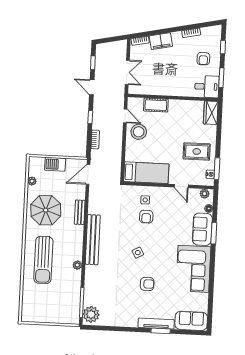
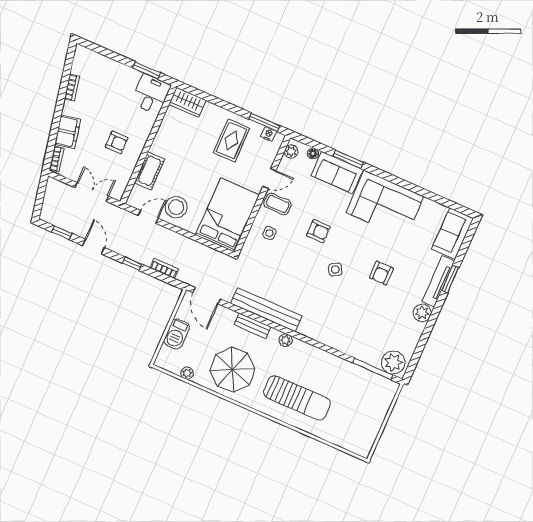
window: (223, 47) -> (107, 53), removed
armchair: (203, 59) -> (117, 142), moved
door: (92, 87) -> (93, 247), swing flipped
bed: (146, 173) -> (228, 215), width x1.50
coffee table: (166, 198) -> (278, 204), added
armchair: (146, 217) -> (318, 231), moved
bench: (93, 240) -> (266, 310), moved
plant: (77, 265) -> (286, 340), moved
armchair: (147, 284) -> (381, 273), turned 180
plant: (131, 321) -> (422, 313), added

